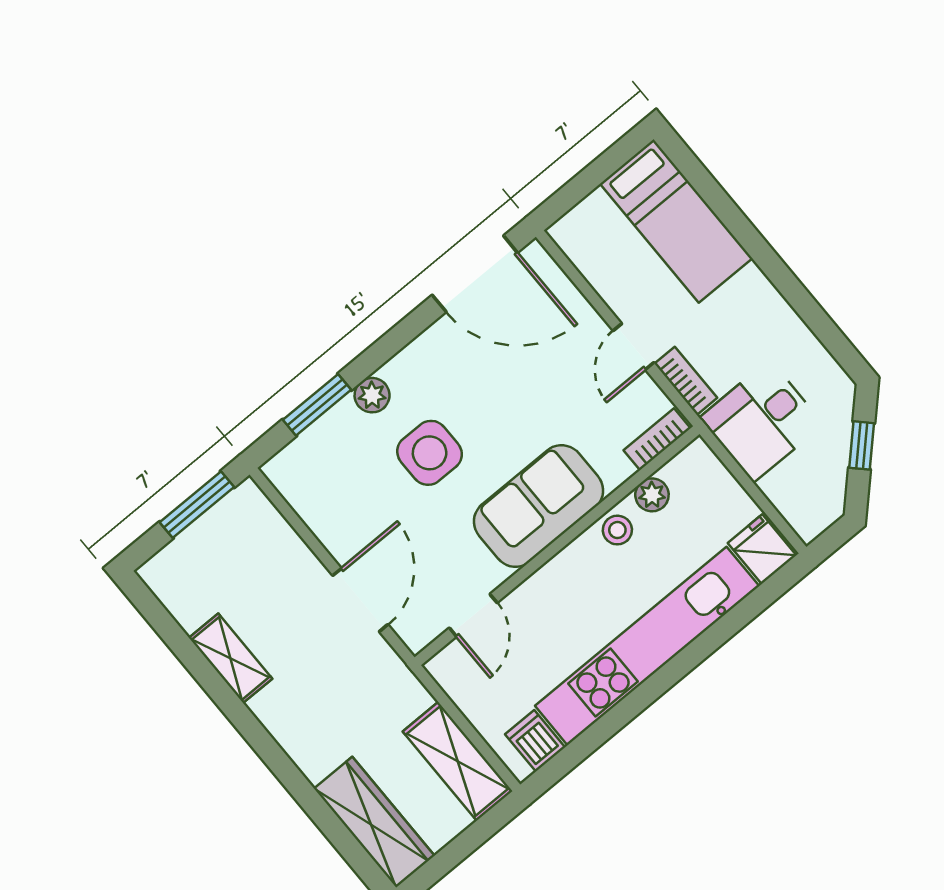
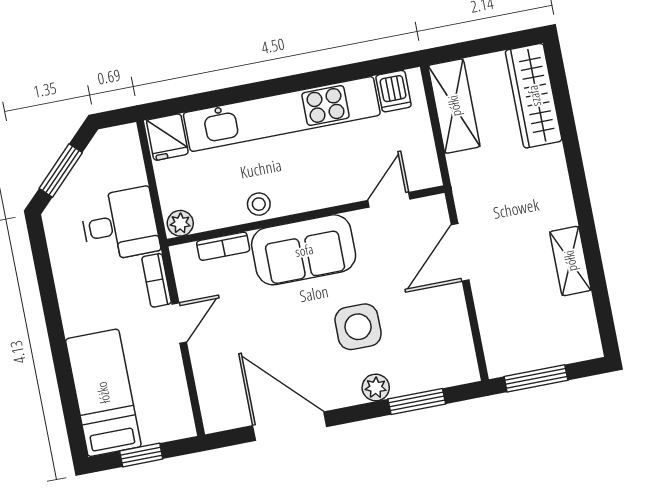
window: (595, 174) -> (141, 455), added
door: (475, 274) -> (290, 426), moved
bookcase: (657, 439) -> (223, 246), moved
window: (862, 445) -> (61, 171), width x1.50
plant: (652, 495) -> (180, 223), moved

